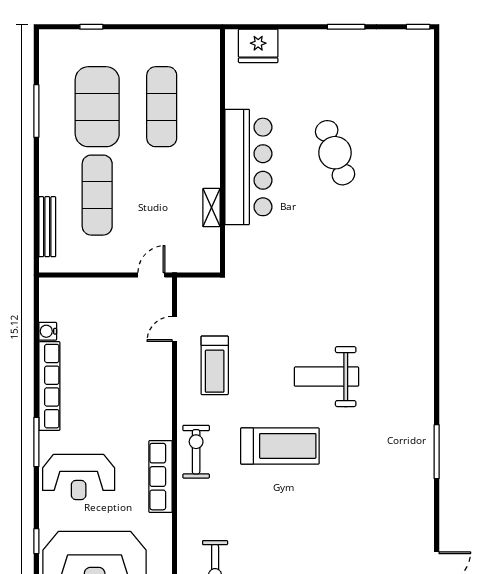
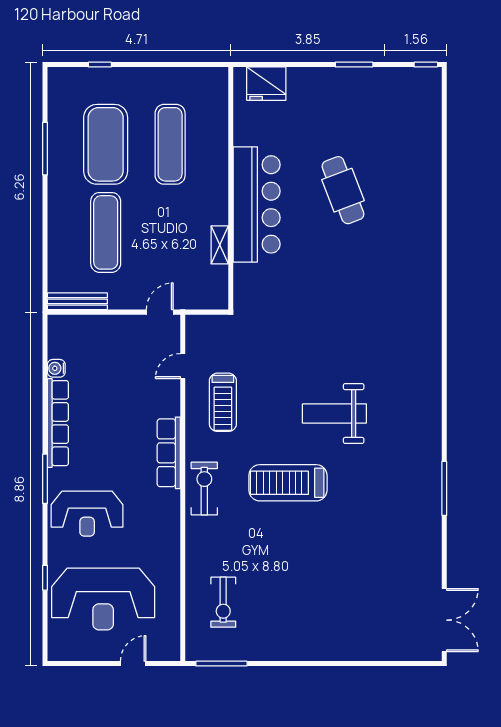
bench: (47, 227) -> (77, 301), moved, turned 90
treadmill: (280, 446) -> (288, 483), turned 180
row of seats: (160, 477) -> (169, 453), moved

